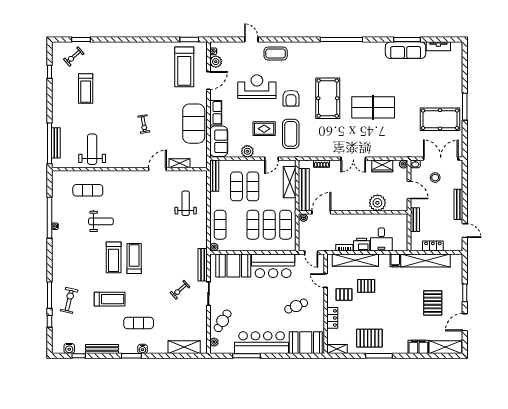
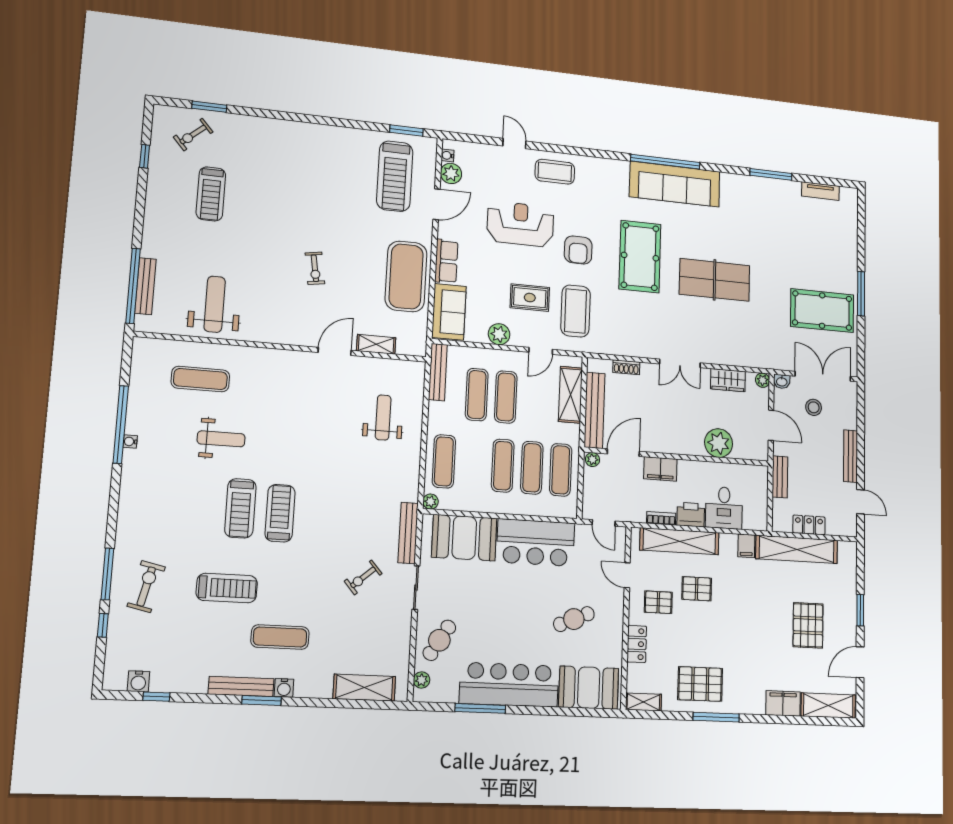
sofa: (406, 50) -> (675, 184), moved, width x1.36, depth x1.27
filing cabinet: (343, 220) -> (660, 469), added
bench: (102, 349) -> (241, 686), moved

